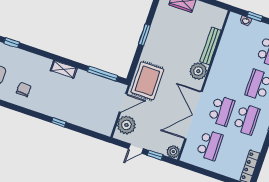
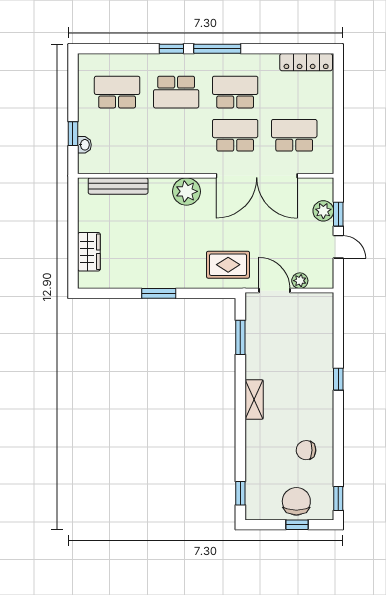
bench: (210, 46) -> (118, 186), moved
window: (102, 74) -> (240, 337), width x0.69
rug: (147, 81) -> (228, 265), width x0.73, depth x0.70
plant: (126, 125) -> (300, 281), width x0.53, depth x0.53
plant: (173, 152) -> (323, 211), moved

